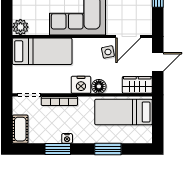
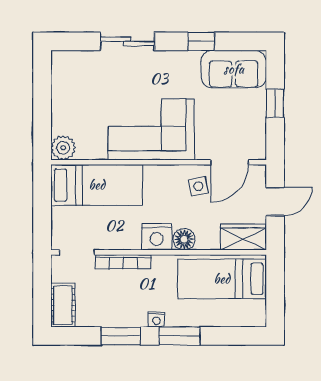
nightstand: (67, 138) -> (156, 319), moved
window: (108, 149) -> (180, 336), moved

